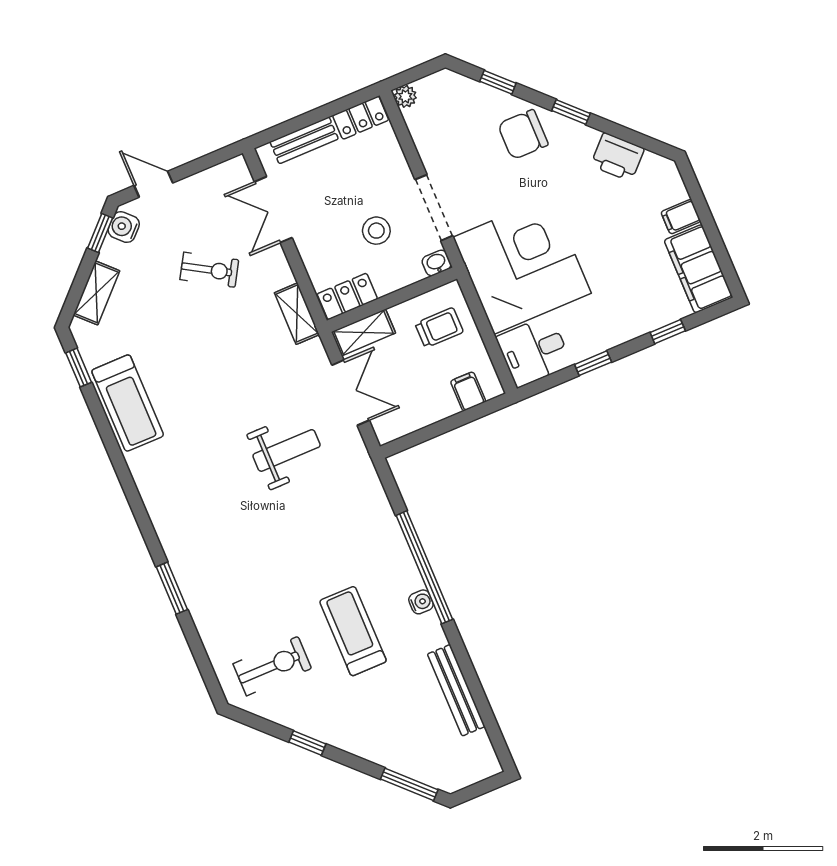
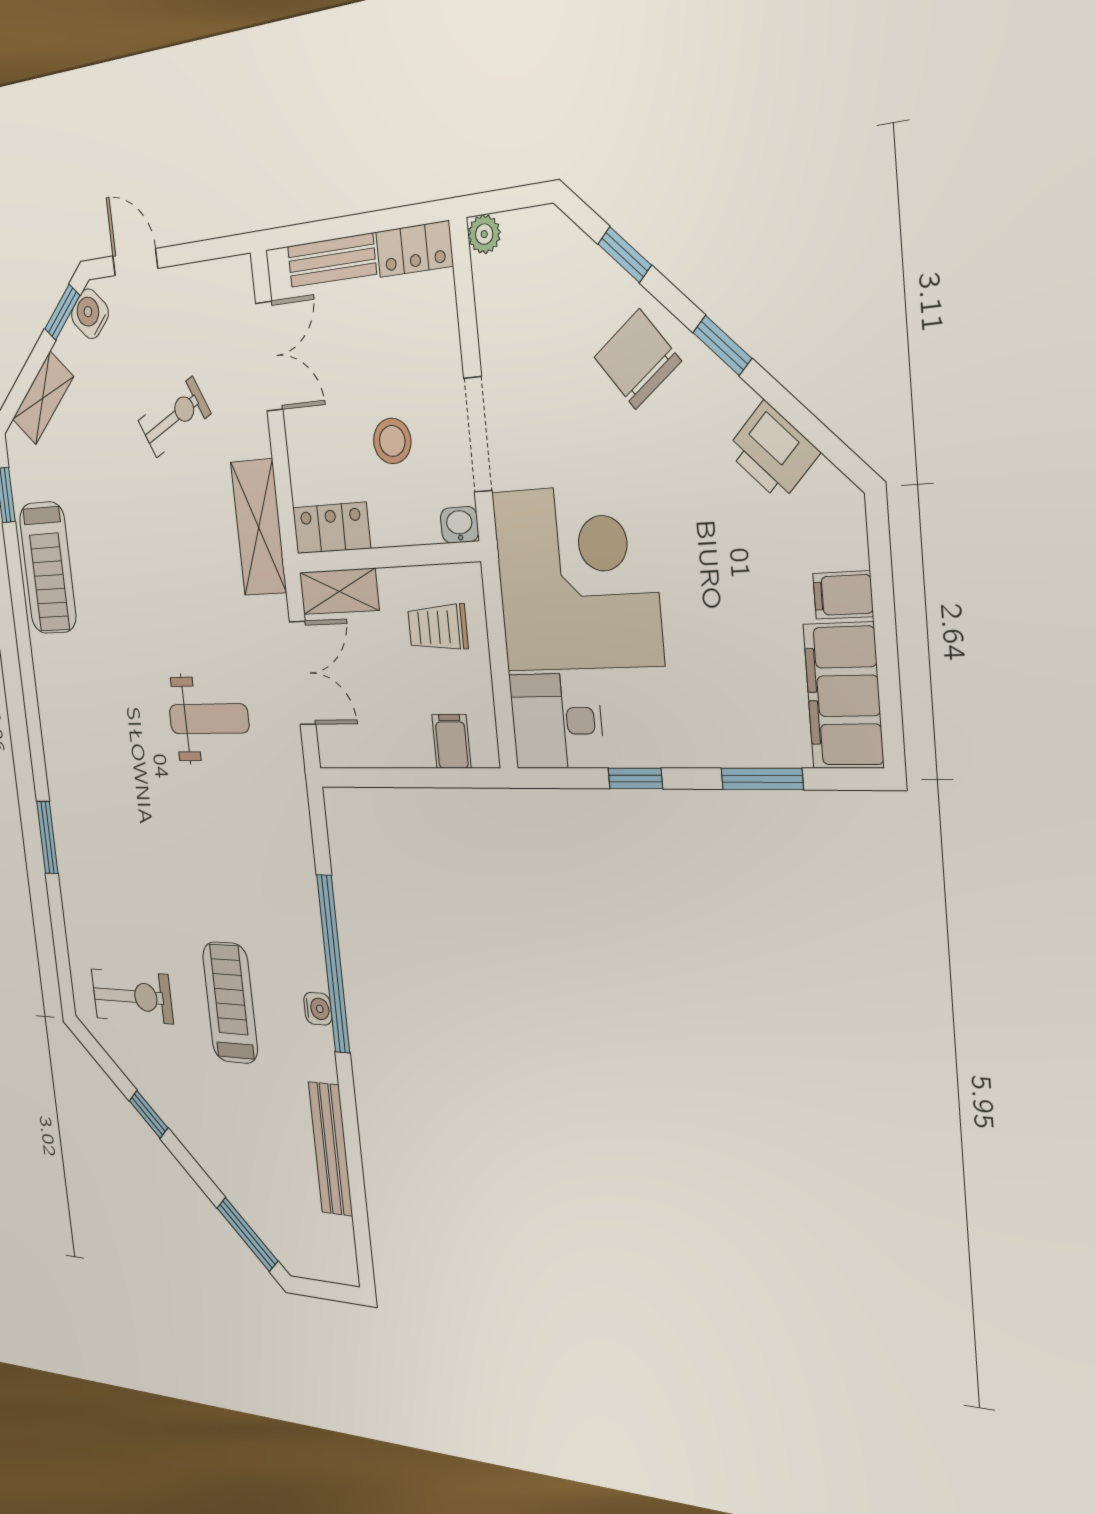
chair: (523, 135) -> (637, 359), turned 53
double door: (273, 210) -> (269, 356), swing flipped
exercise bike: (209, 270) -> (174, 417), turned -57
shelving: (297, 314) -> (259, 527), width x1.50, depth x1.33
trolley: (439, 328) -> (438, 627), turned 180
window: (668, 332) -> (762, 779), width x1.50

